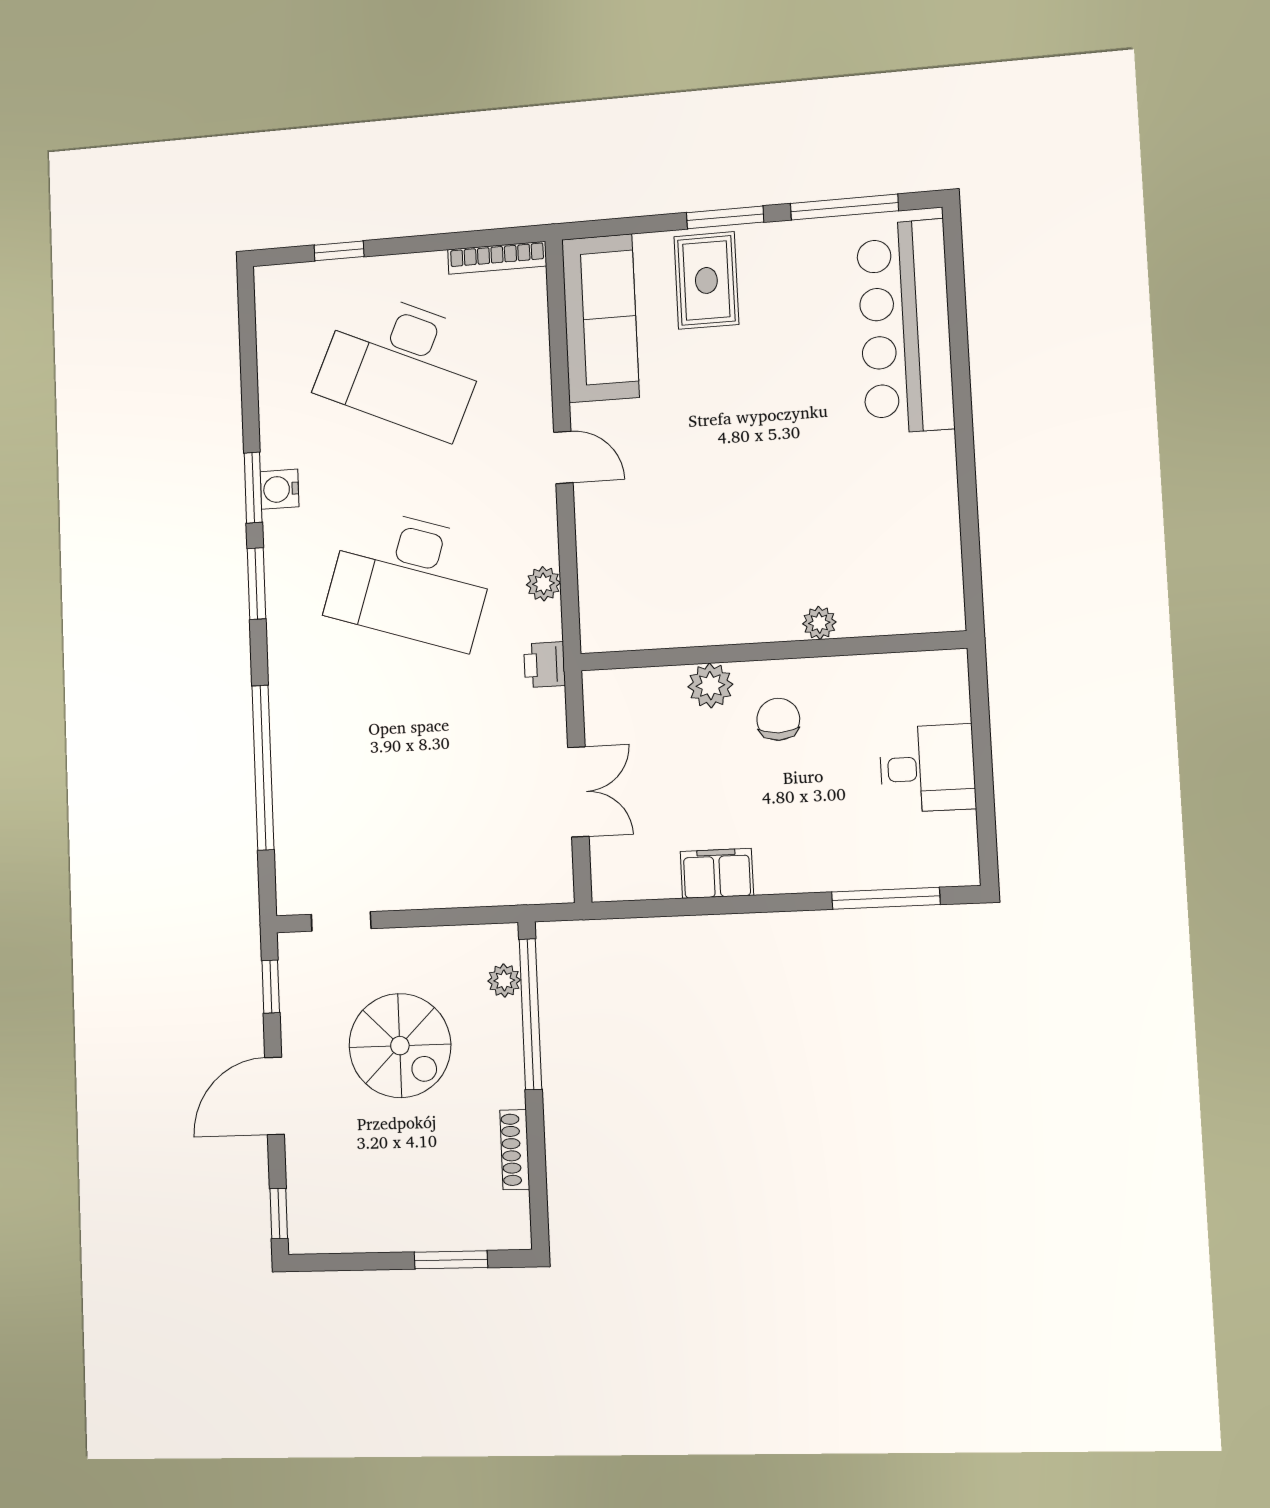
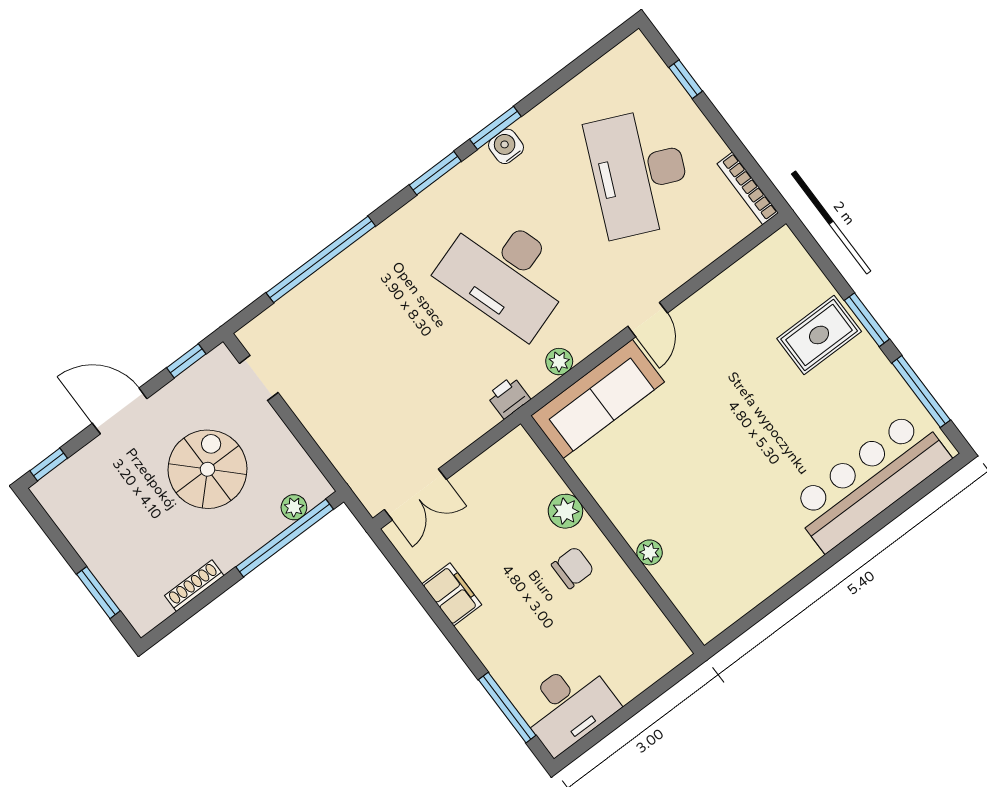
sofa: (600, 318) -> (598, 399), moved
desk: (411, 579) -> (506, 273), turned -36
desk: (927, 768) -> (568, 706), moved, width x1.37
double door: (578, 792) -> (415, 495), moved
spiral stairs: (400, 1046) -> (207, 469), turned 180

